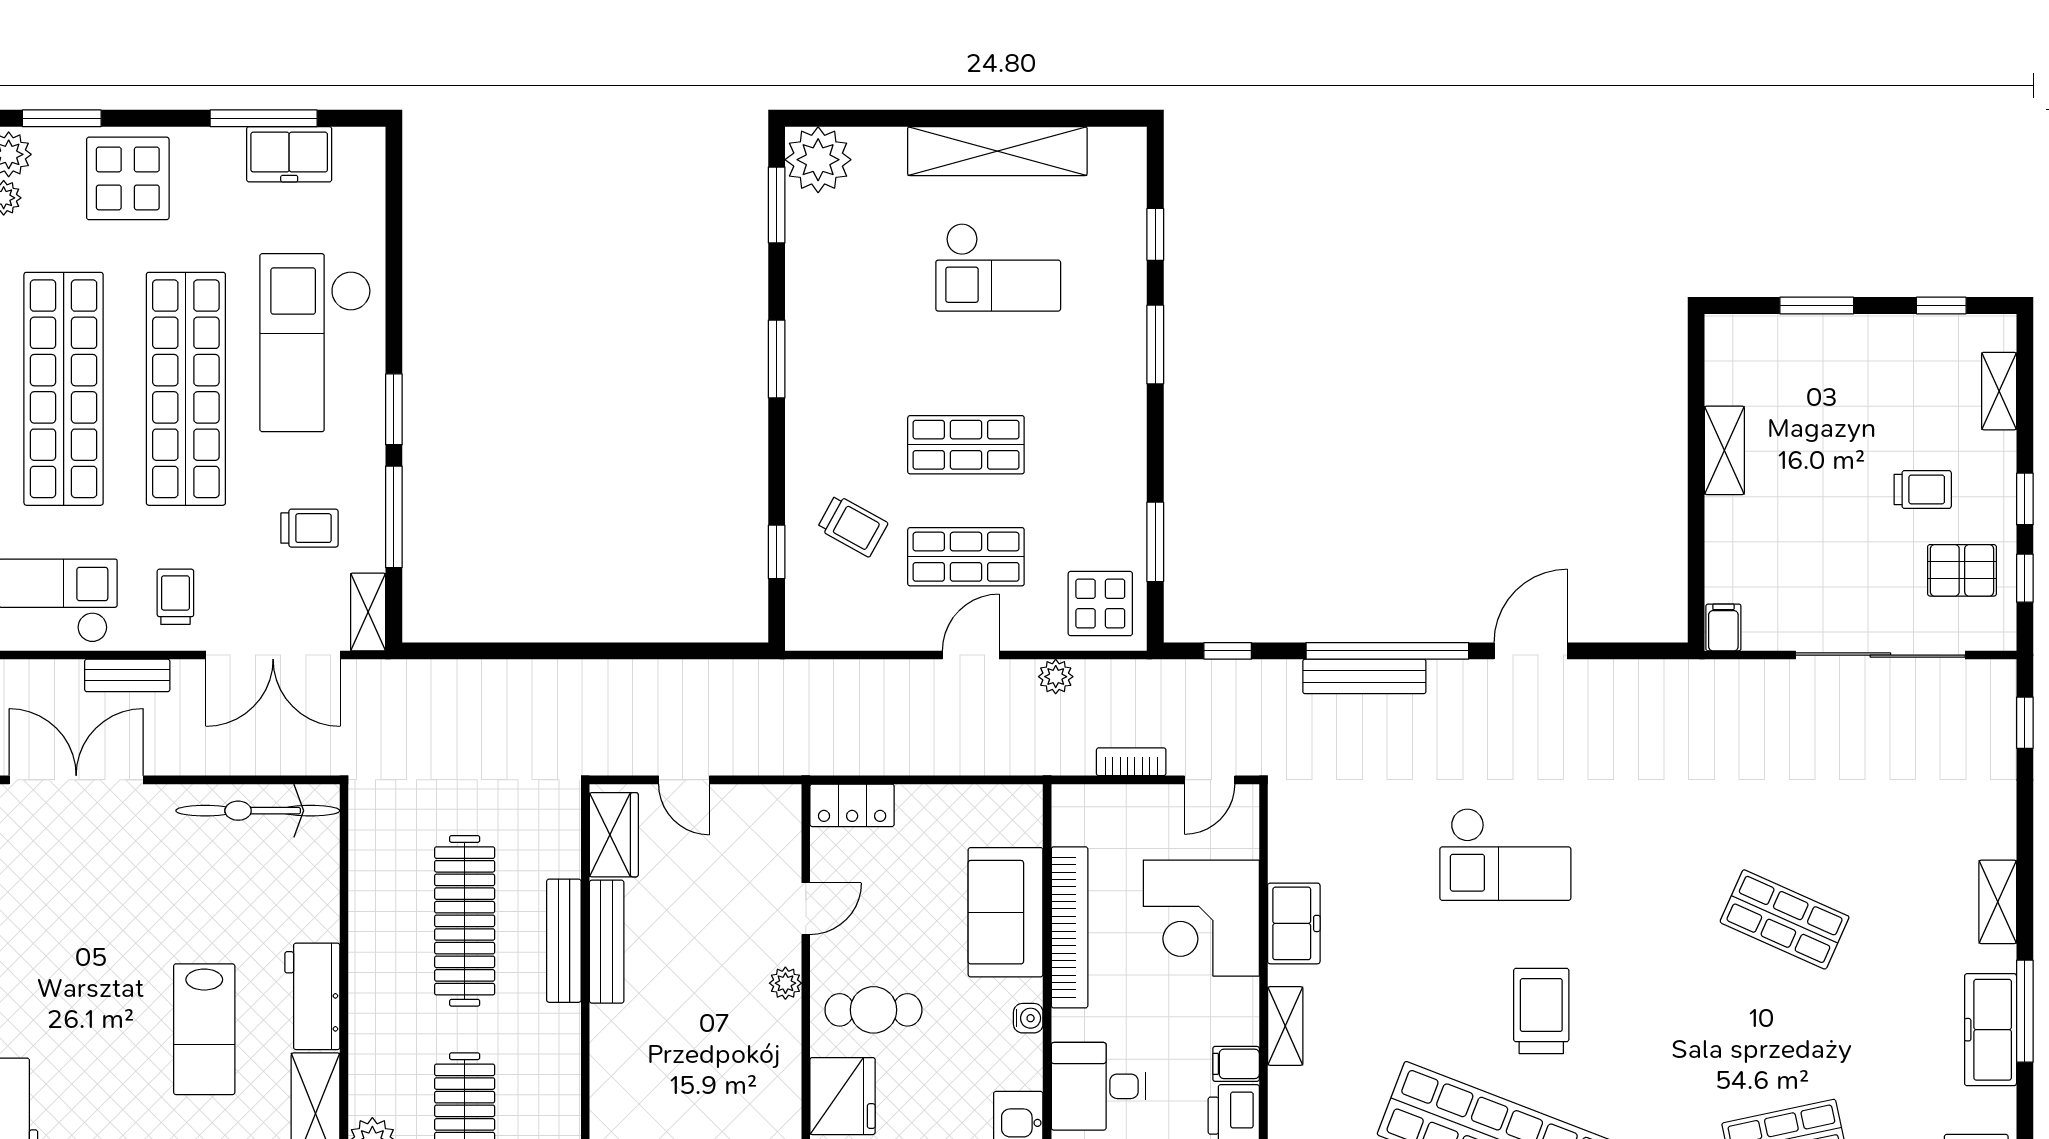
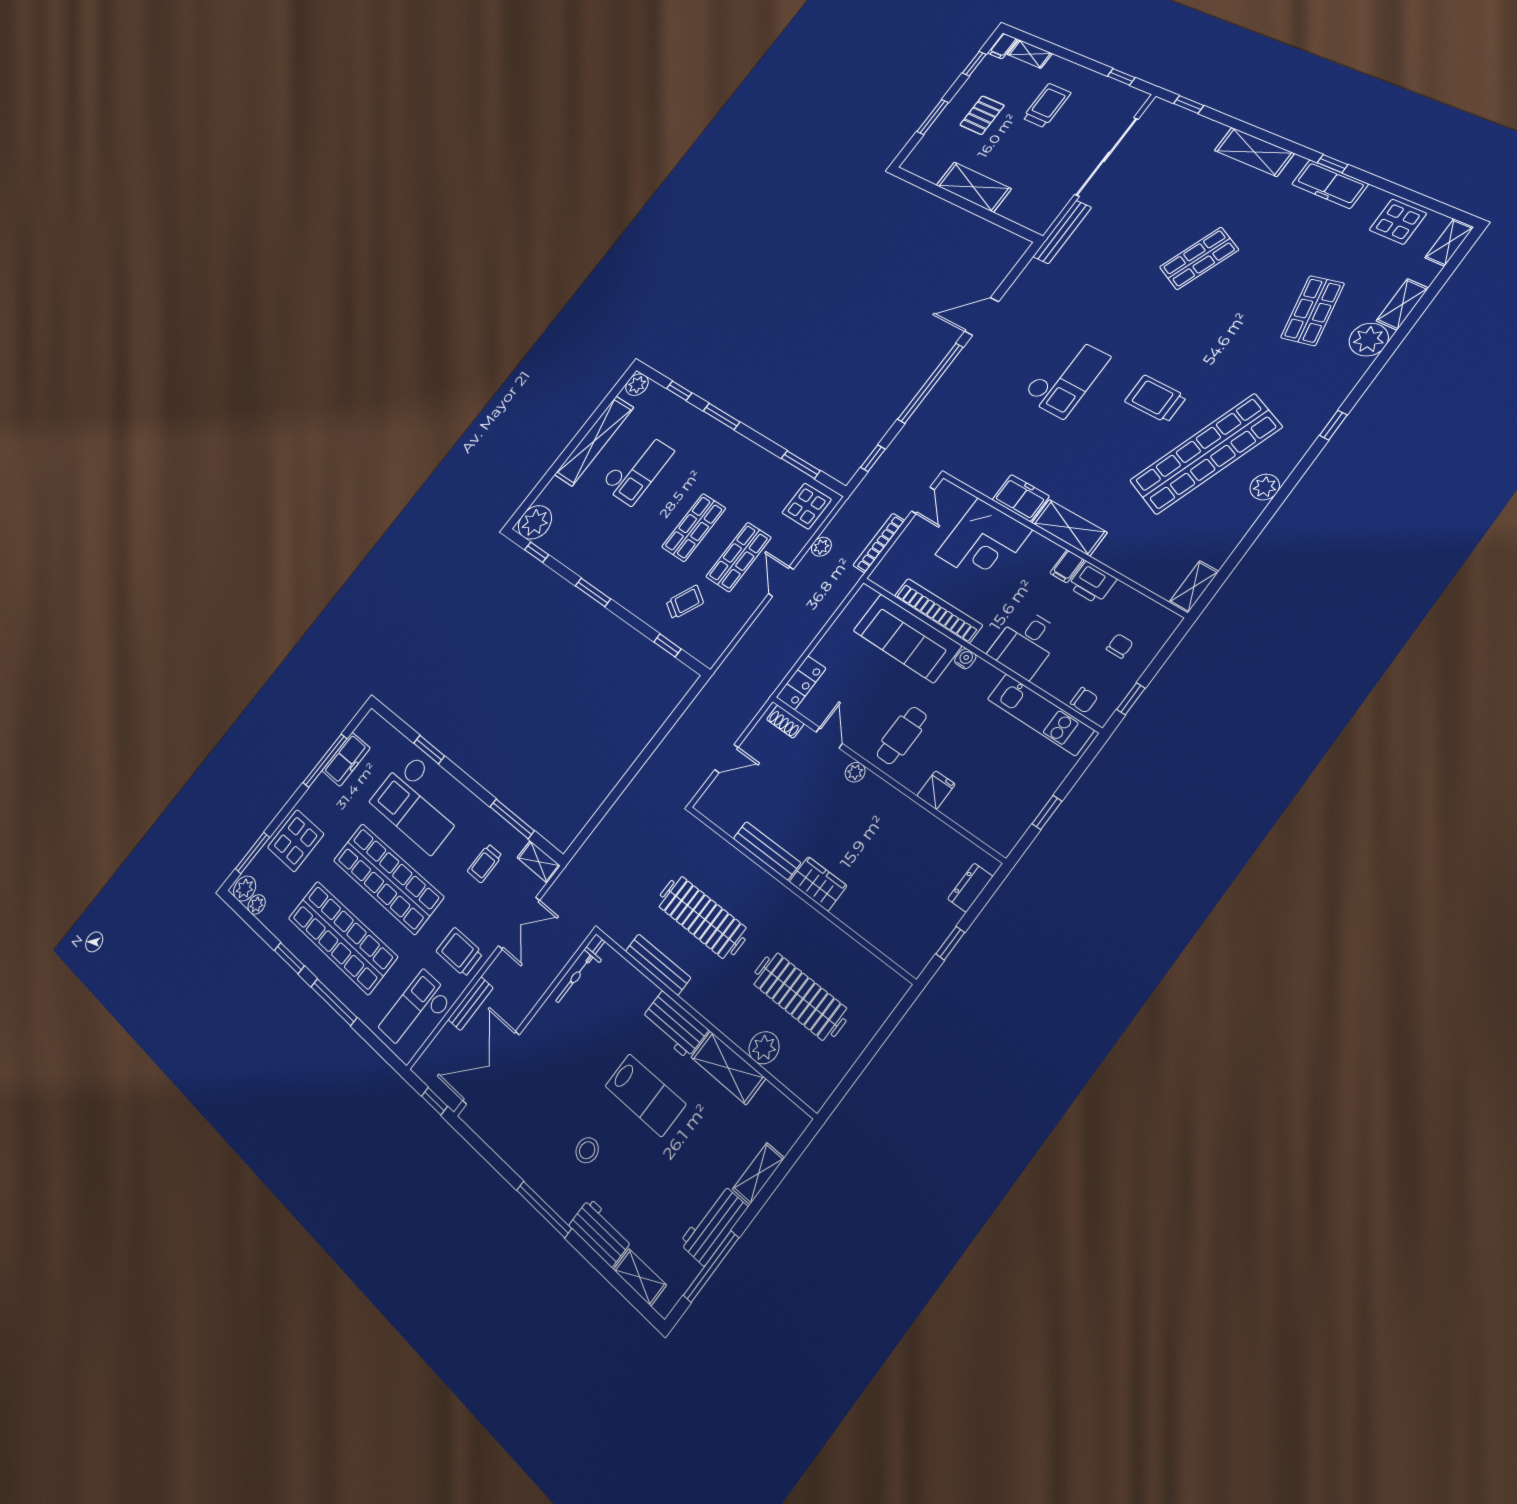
plant: (1125, 149) -> (637, 385), added
window: (777, 205) -> (537, 552), width x0.67
window: (394, 409) -> (429, 750), moved
shelving: (1724, 450) -> (974, 187), width x1.50, depth x1.33
trolley: (1923, 489) -> (1047, 105), width x1.36, depth x1.39
window: (2025, 499) -> (1086, 62), removed
trolley: (309, 528) -> (485, 863), turned 180
pallet: (1962, 570) -> (982, 115), moved
trolley: (175, 597) -> (460, 952), width x1.36, depth x1.39
filing cabinet: (1723, 627) -> (1002, 46), moved, turned -90
door: (1531, 651) -> (982, 316), hinge flipped
double door: (273, 655) -> (519, 923), width x0.73
bench: (1364, 676) -> (1062, 232), moved
bookcase: (1131, 762) -> (879, 543), width x1.56
bicycle: (258, 811) -> (580, 971), width x0.73, depth x0.71
shoe rack: (787, 826) -> (785, 722), added
wardrobe: (614, 835) -> (818, 884), moved
shelving: (1998, 902) -> (1254, 152), width x1.50, depth x1.33
sofa: (1006, 912) -> (907, 638), width x1.36
bench: (564, 941) -> (658, 964), moved
stool: (85, 1006) -> (587, 1150), added
window: (2025, 1011) -> (1333, 164), width x0.46
shelving: (1285, 1026) -> (1069, 528), width x1.50, depth x1.33
fridge: (843, 1096) -> (936, 790), width x0.53, depth x0.75

